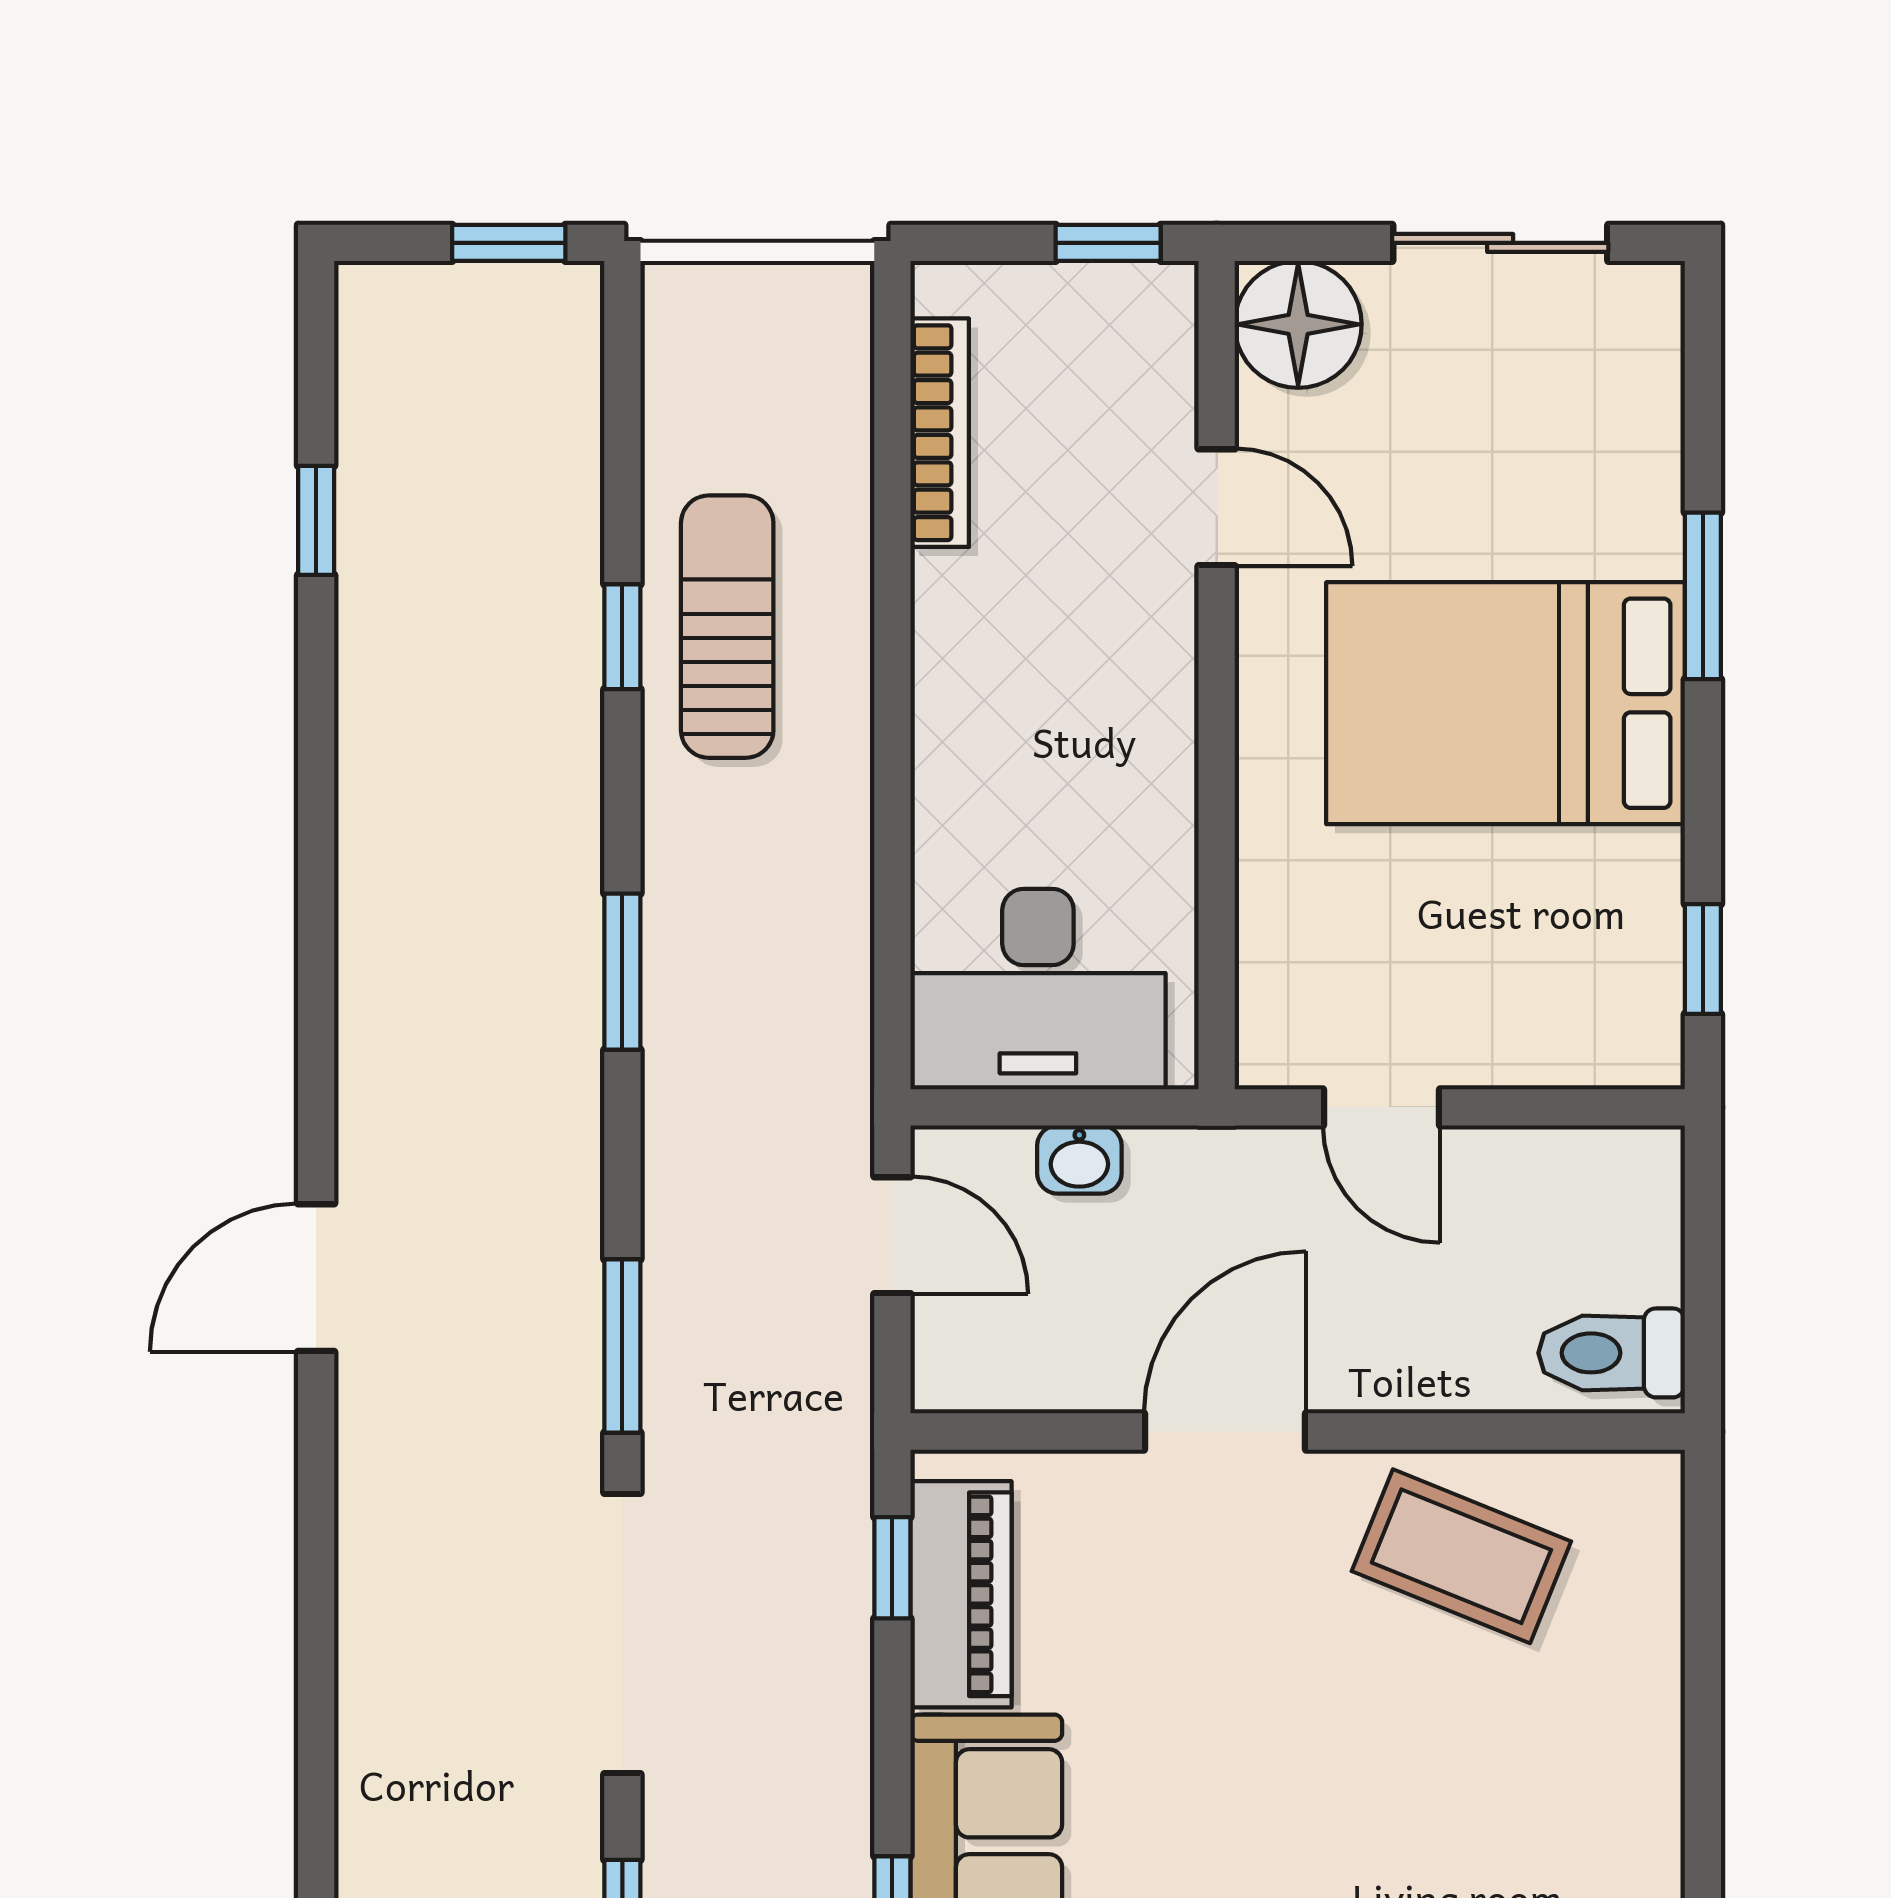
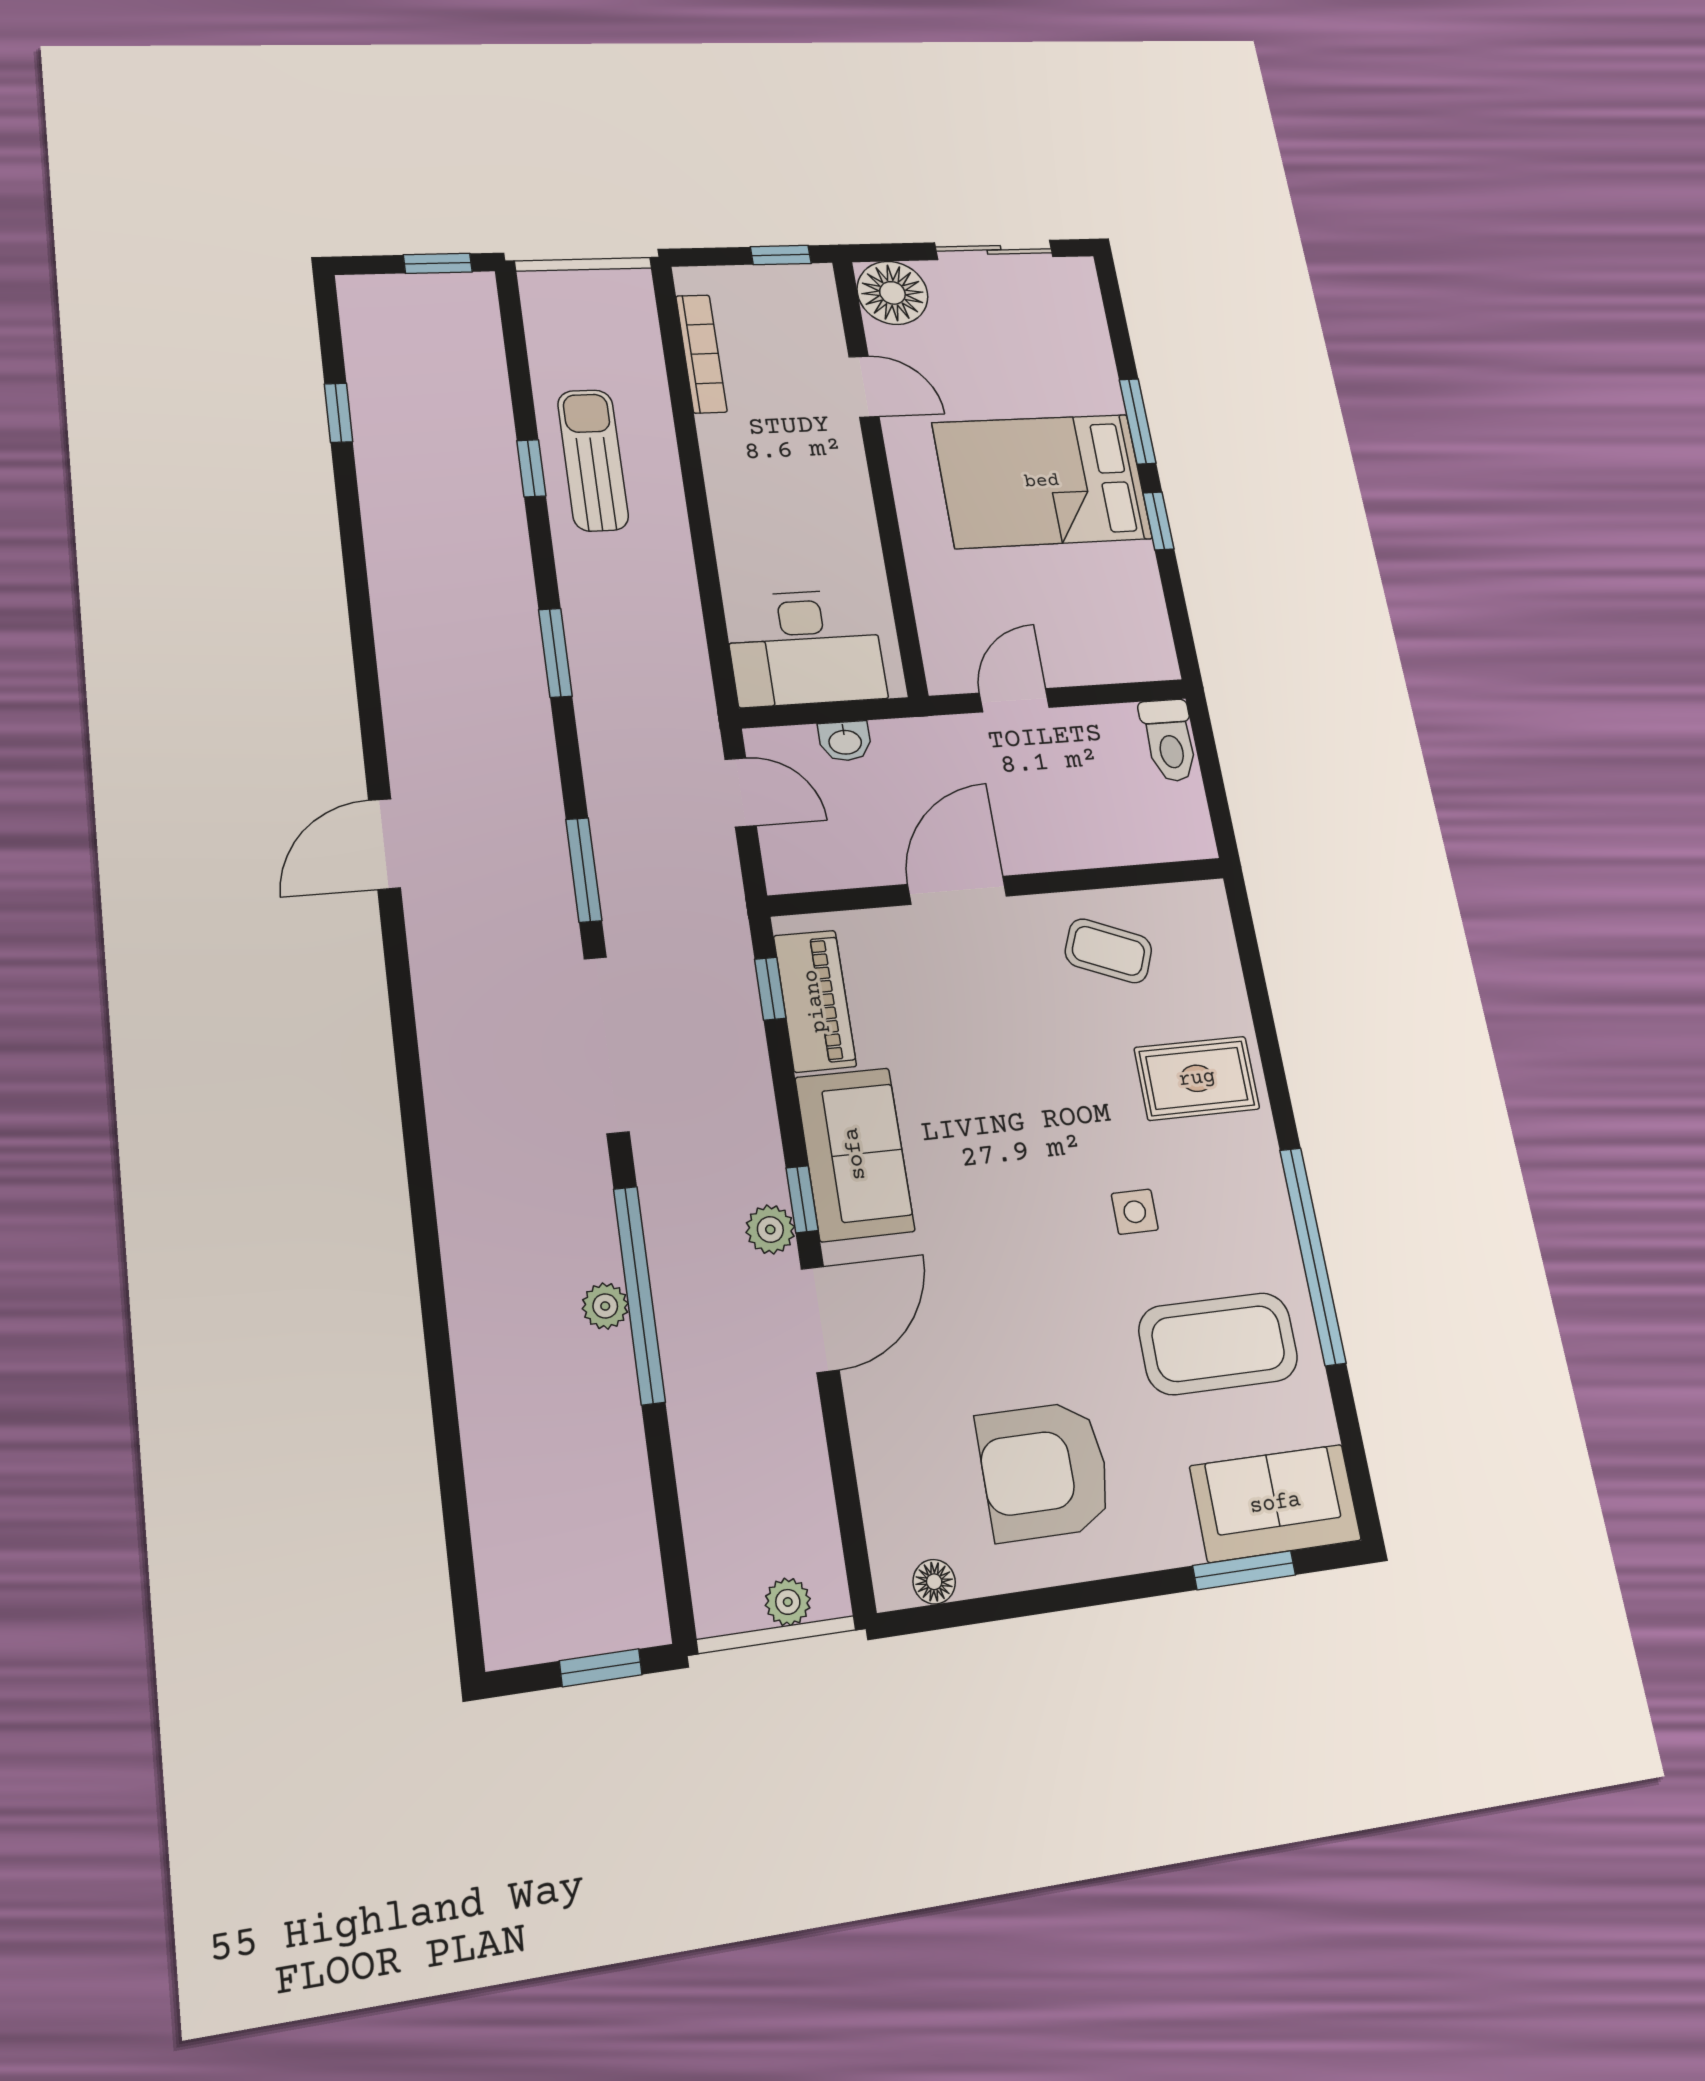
window: (1703, 959) -> (1158, 521), moved
door: (1382, 1107) -> (1014, 700), swing flipped
toilet: (1612, 1353) -> (1169, 740), moved, turned -90
coffee table: (1461, 1556) -> (1108, 951), width x0.73, depth x0.77
rug: (1569, 1782) -> (1197, 1078), added

